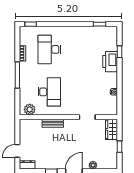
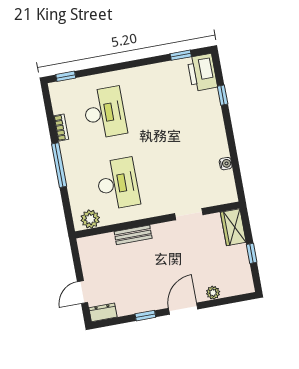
desk: (49, 49) -> (105, 113), turned 180
printer: (110, 62) -> (202, 72), moved

